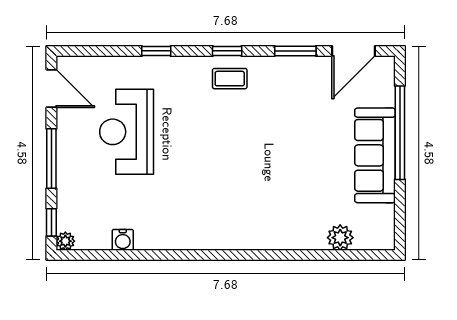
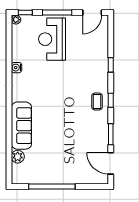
reception desk: (127, 132) -> (52, 39), moved, turned -90
window: (400, 133) -> (52, 186), moved
sofa: (375, 155) -> (21, 126), moved, turned 90
water cooler: (123, 240) -> (17, 68), moved

